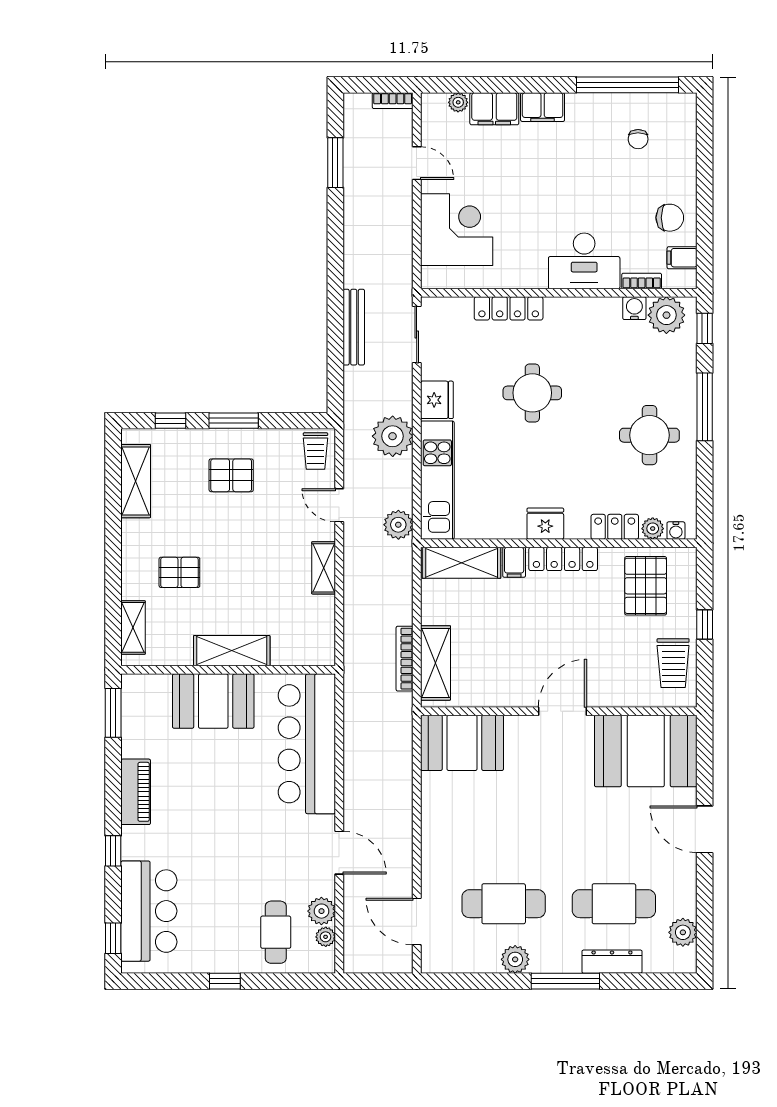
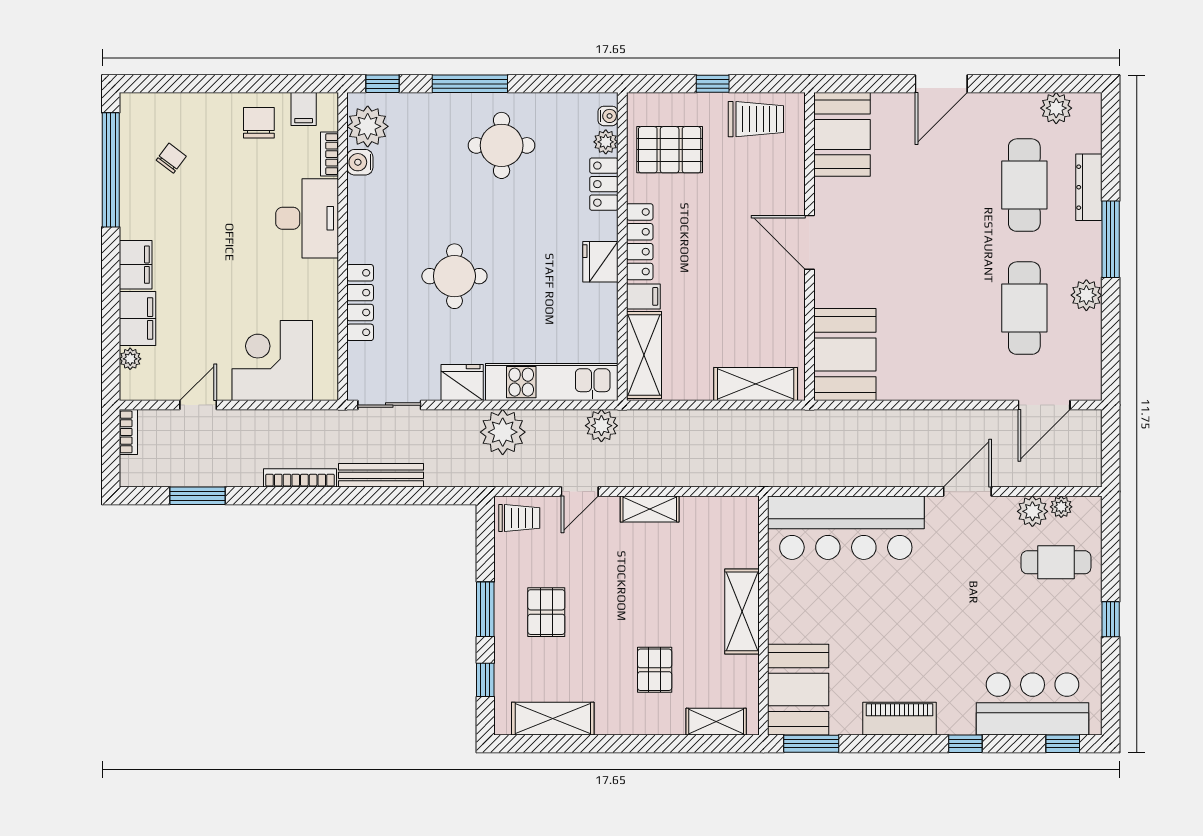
chair: (638, 139) -> (171, 158), turned -53
bookcase: (405, 659) -> (300, 478), moved, turned 180
booth: (213, 701) -> (798, 690), moved
booth: (646, 751) -> (842, 134), width x0.73, depth x0.70

